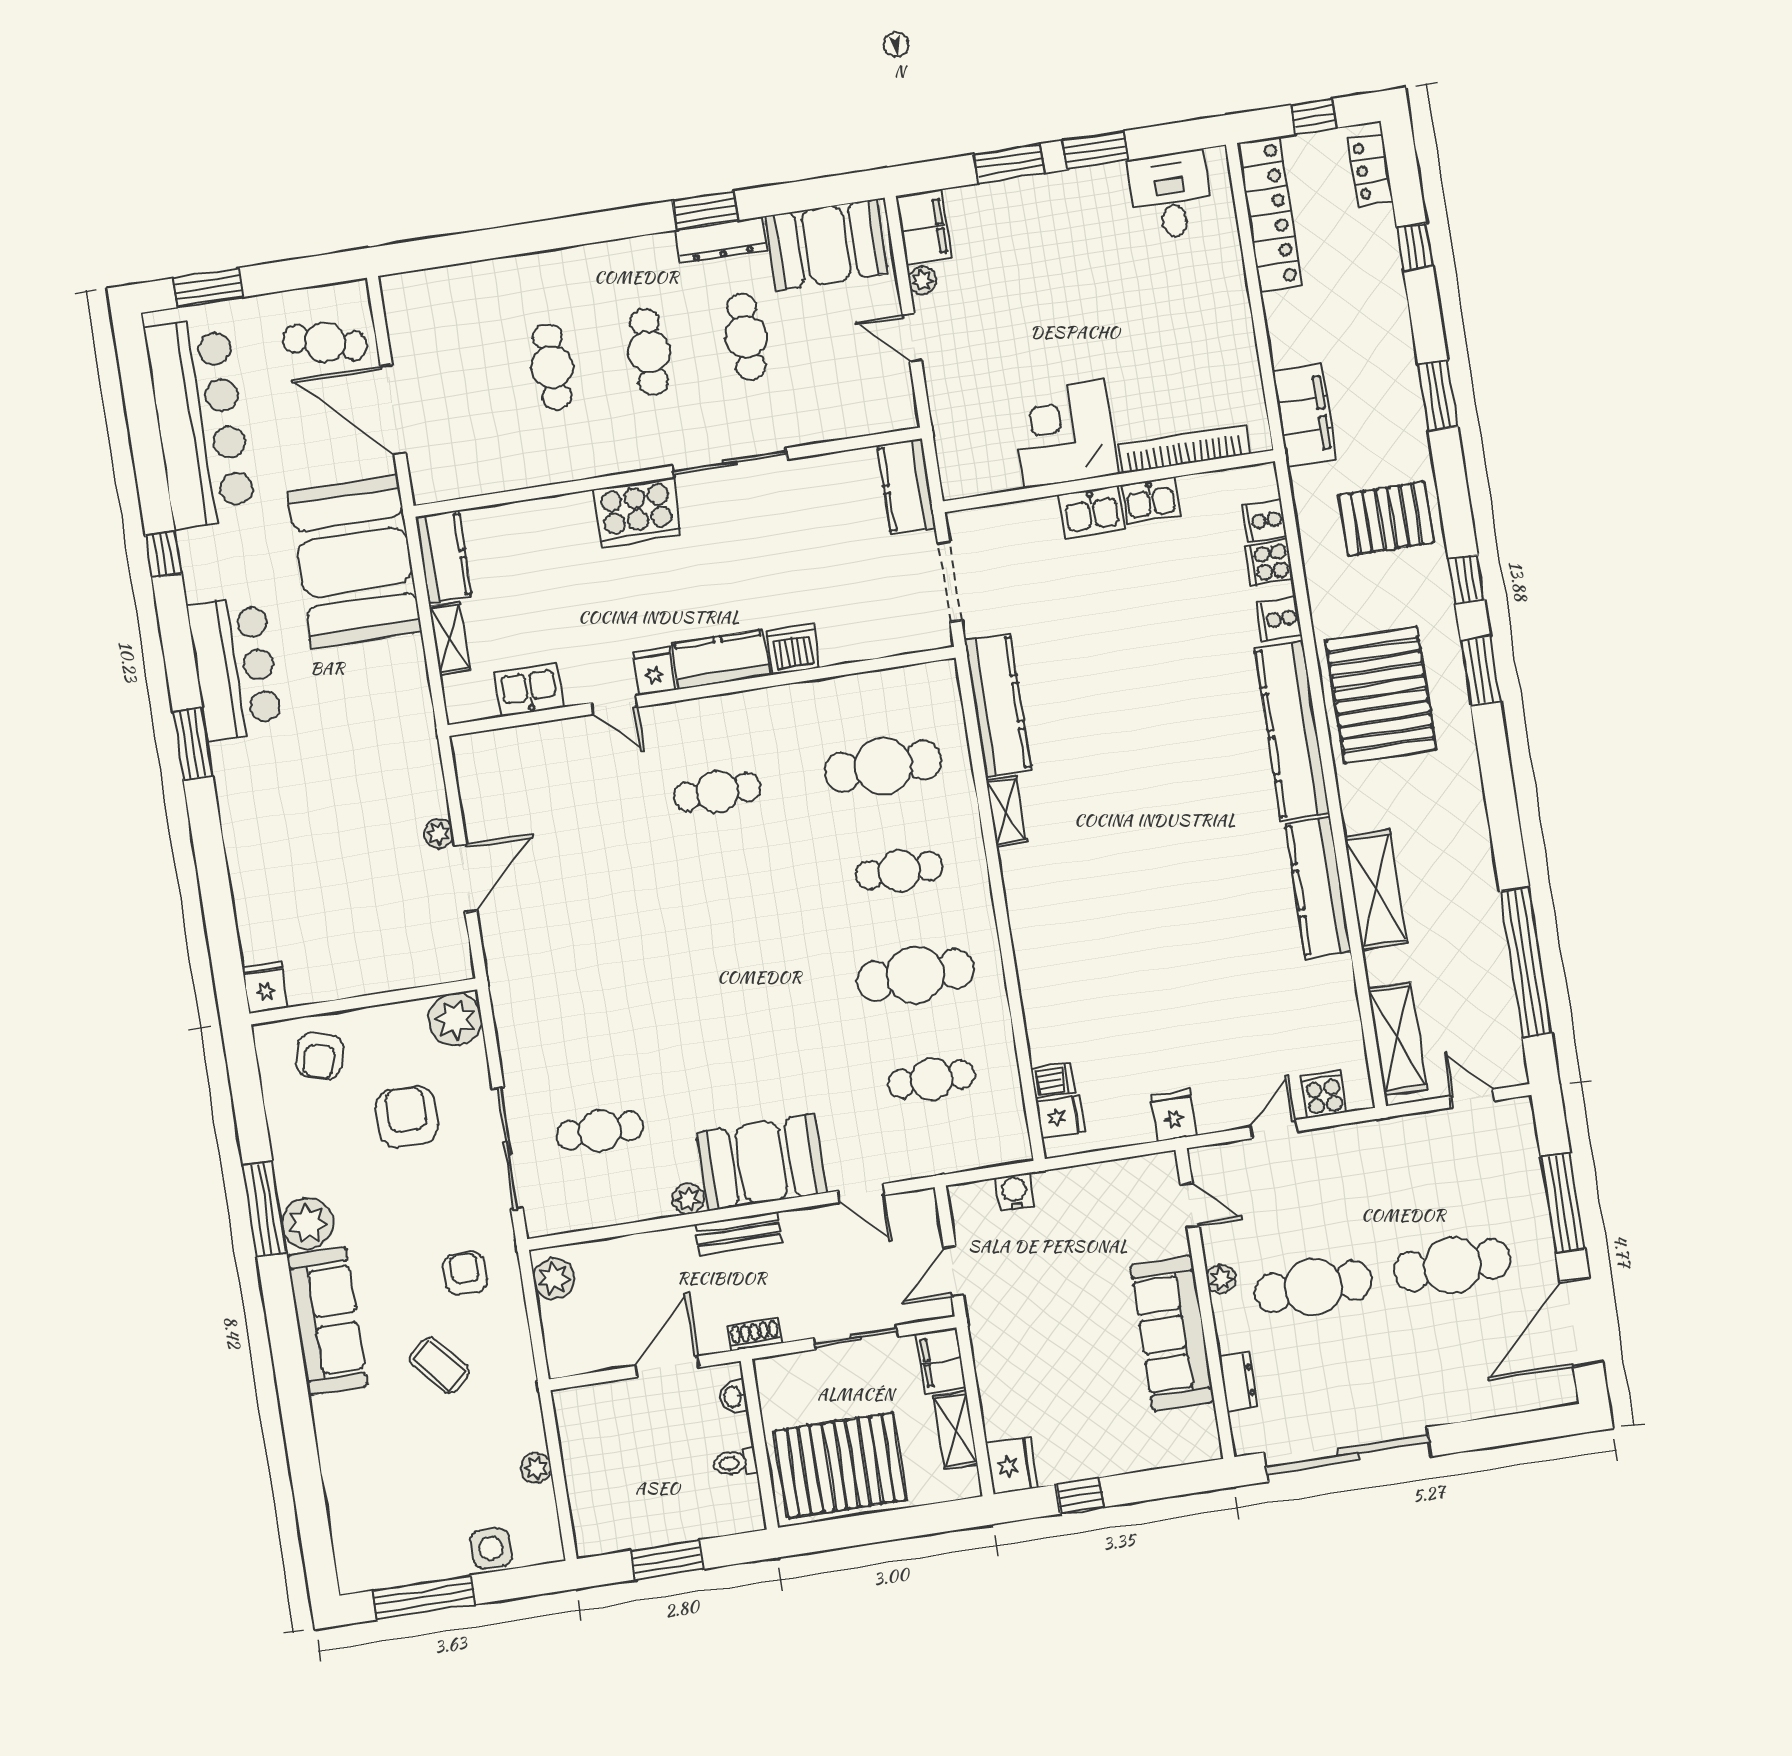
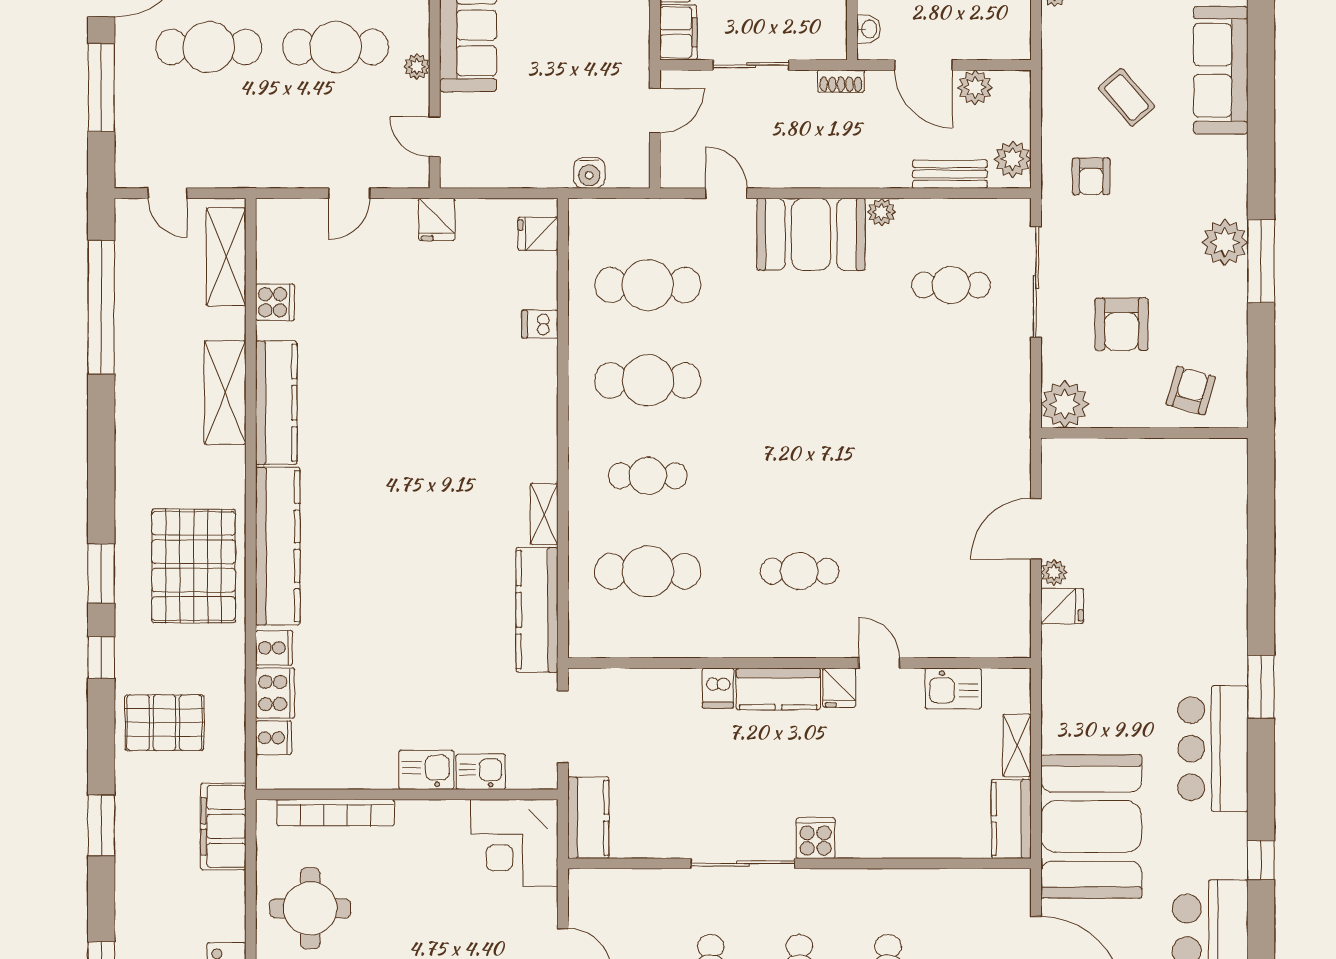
round table: (1195, 340) -> (310, 908), added
corner desk: (1064, 434) -> (514, 843), moved, turned 90
kitchen sink: (1151, 500) -> (481, 772), moved
cooker: (637, 512) -> (816, 838), width x0.53, depth x0.76
cooker: (1269, 562) -> (275, 693), width x1.36
dishwasher: (793, 649) -> (718, 688), width x0.73
fridge: (265, 987) -> (1062, 606), moved, turned -90
cafe table: (932, 1079) -> (648, 285), width x1.37, depth x1.35
dishwasher: (1053, 1081) -> (540, 324), moved
cooker: (1324, 1094) -> (275, 302), moved, turned -90
bench: (738, 1234) -> (950, 174), moved
sofa: (327, 1321) -> (1221, 70), moved
plant: (607, 1351) -> (975, 87), added
door: (667, 1367) -> (923, 65), hinge flipped

